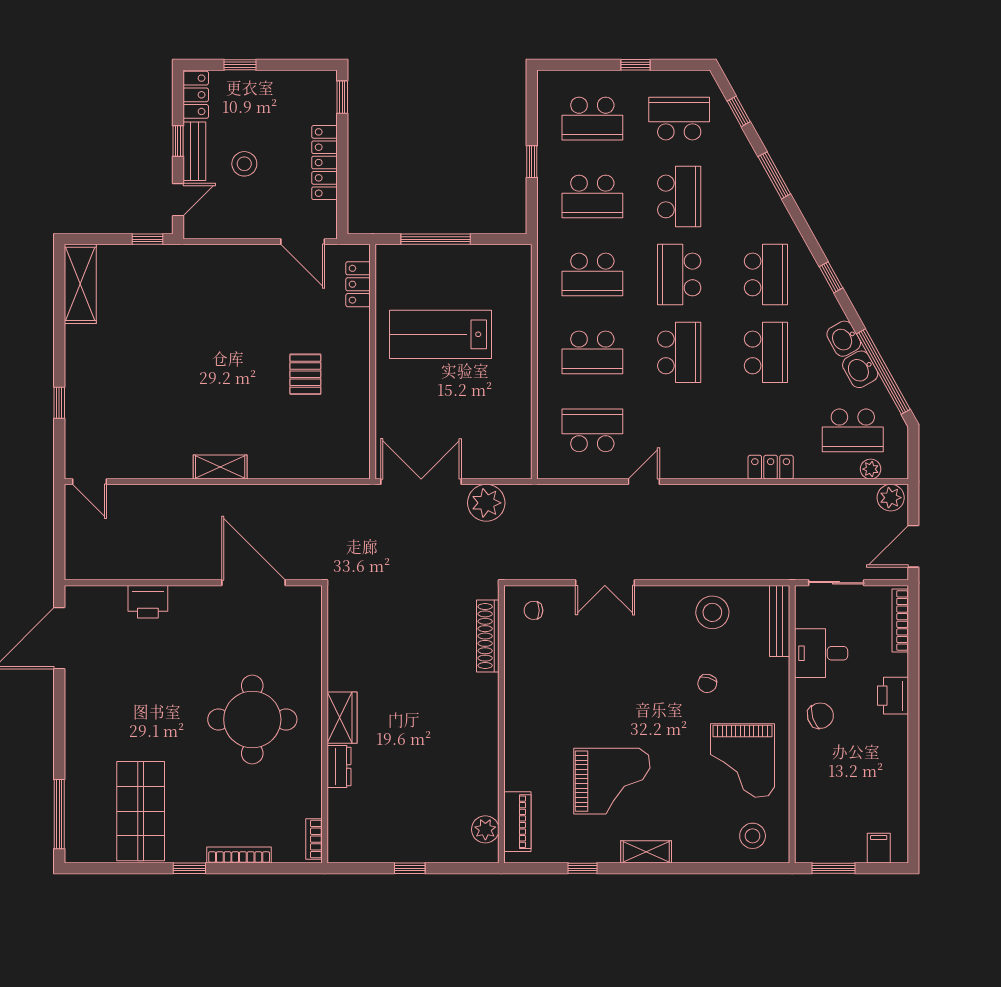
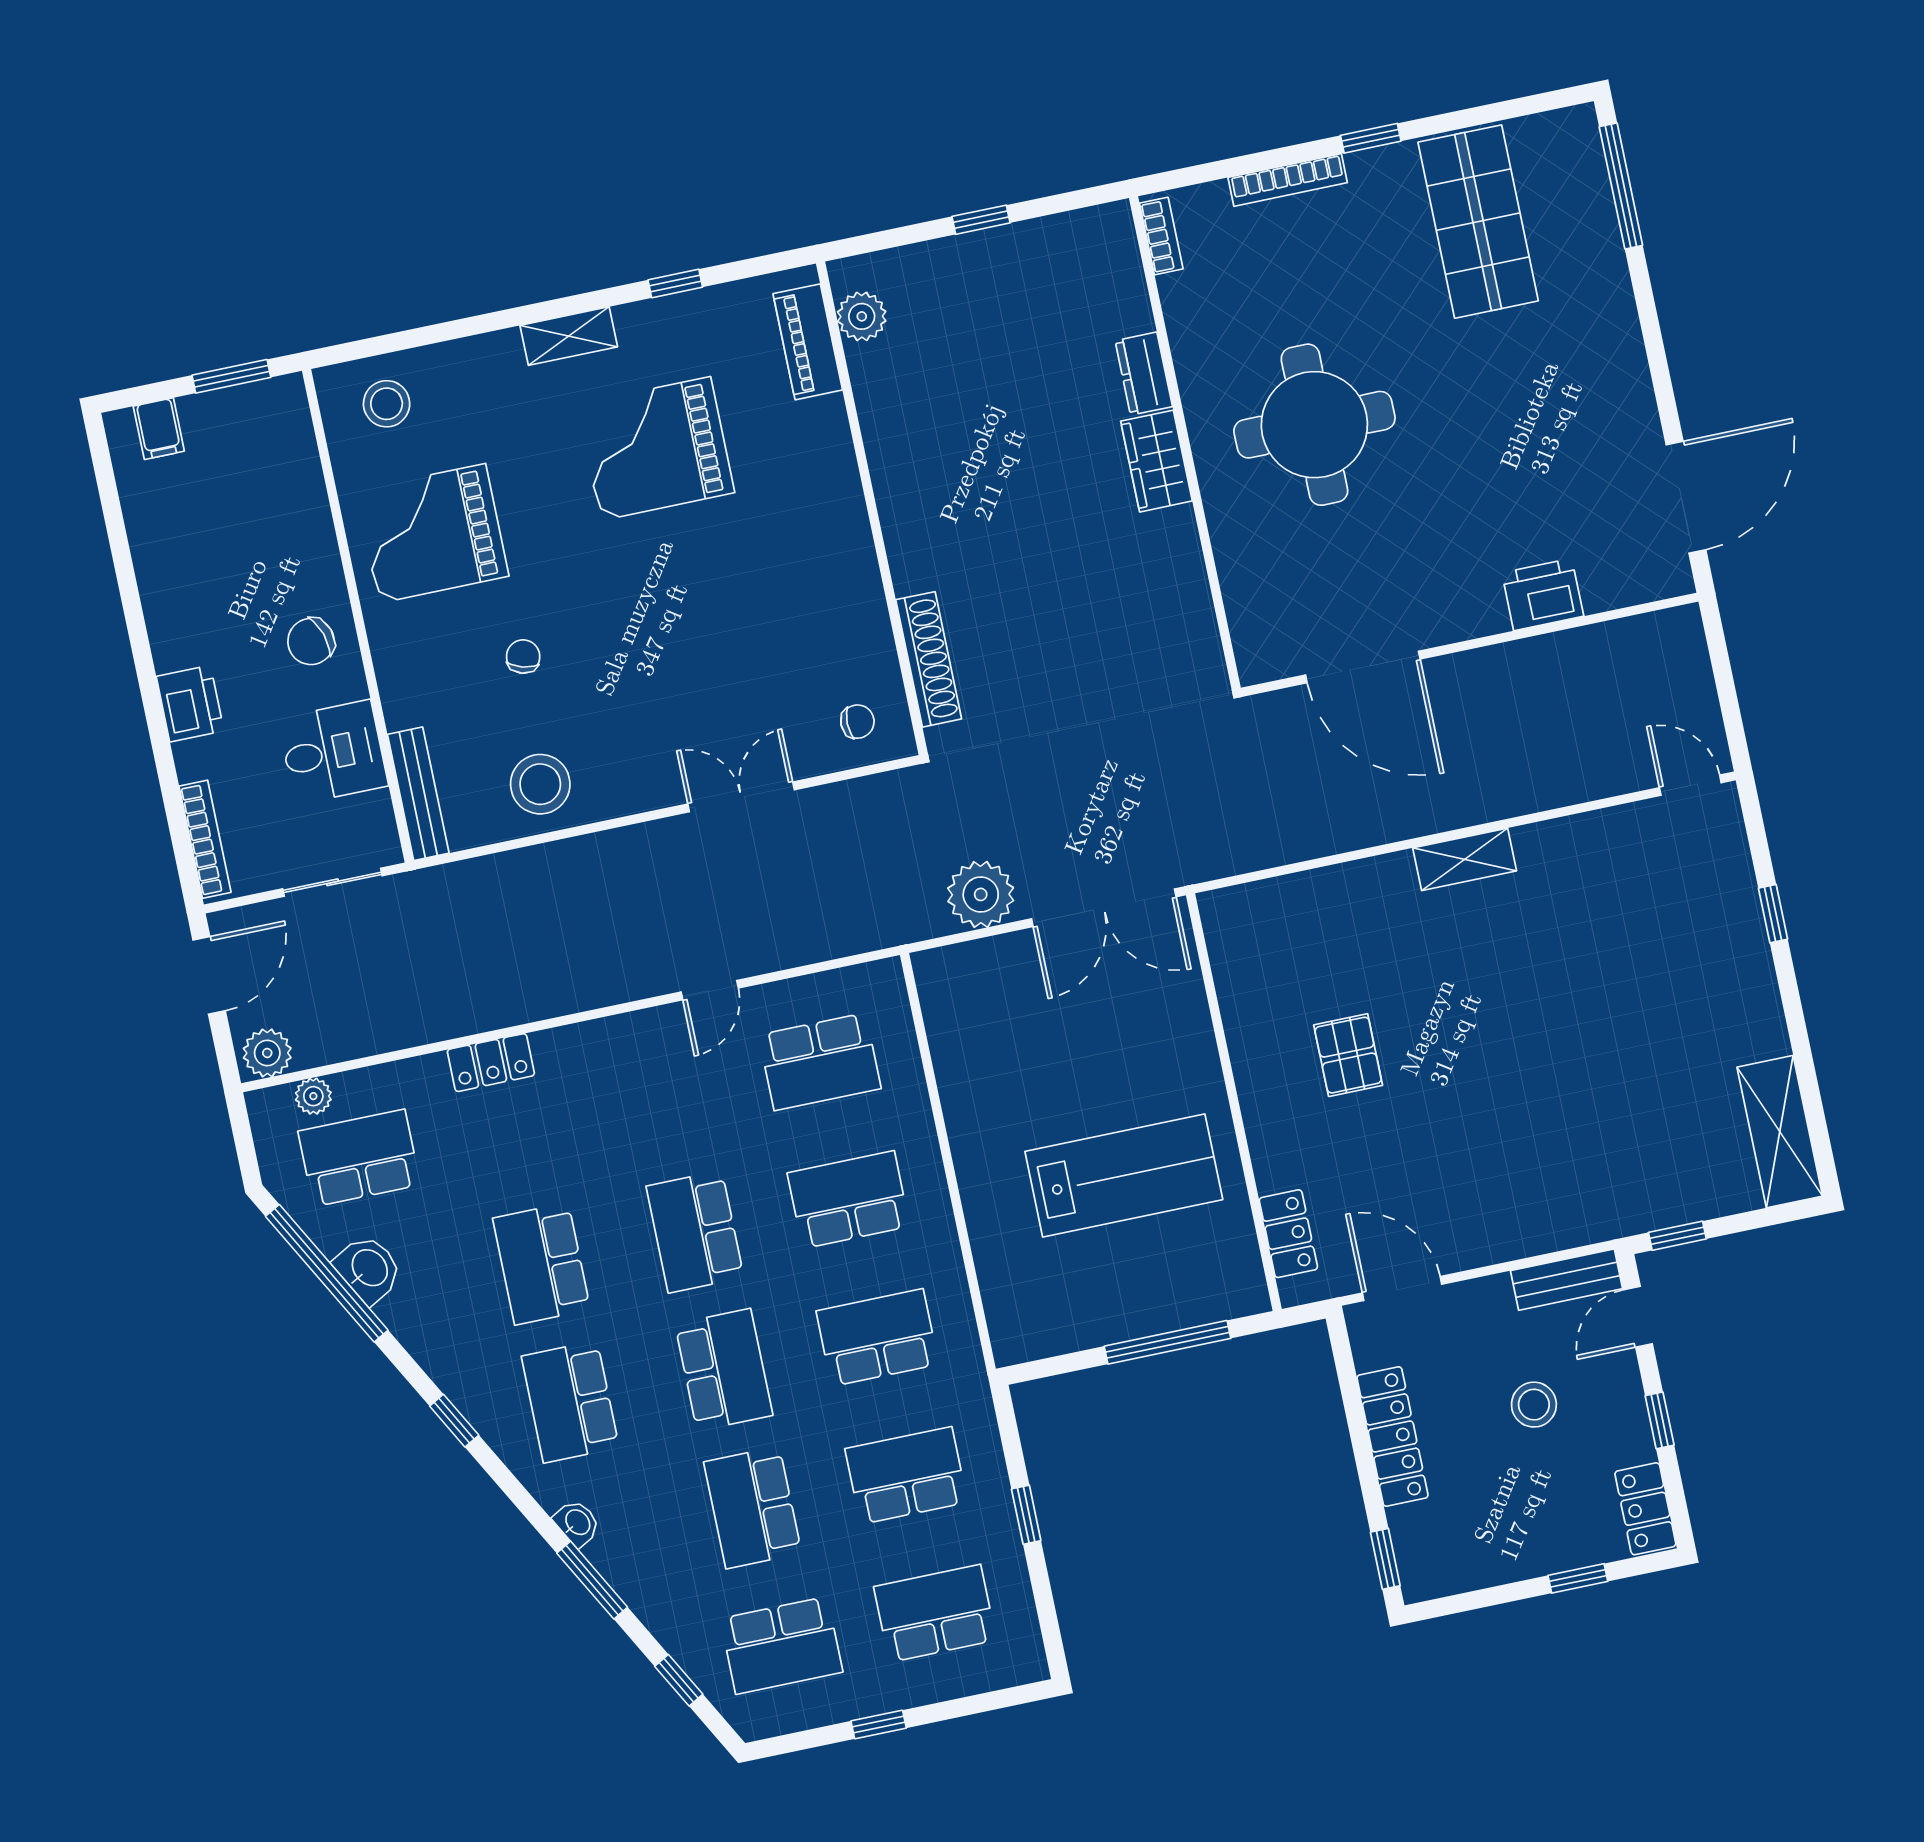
bench: (194, 151) -> (1567, 1280), moved, turned 90
washbasin: (844, 339) -> (577, 1523), moved, width x0.72, depth x0.69
grand piano: (742, 760) -> (432, 533), turned -90

